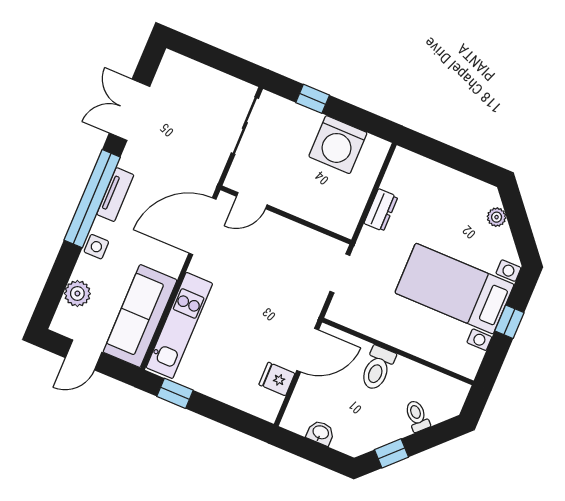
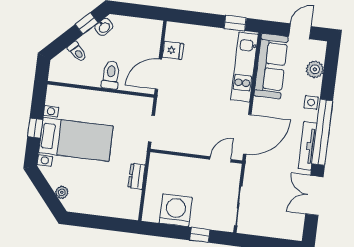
double door: (129, 110) -> (314, 195), swing flipped
tv unit: (115, 195) -> (307, 146), width x1.41
washbasin: (321, 433) -> (104, 27), moved, turned -45

